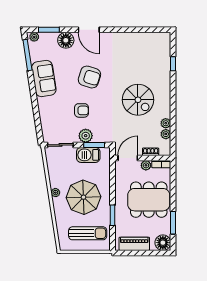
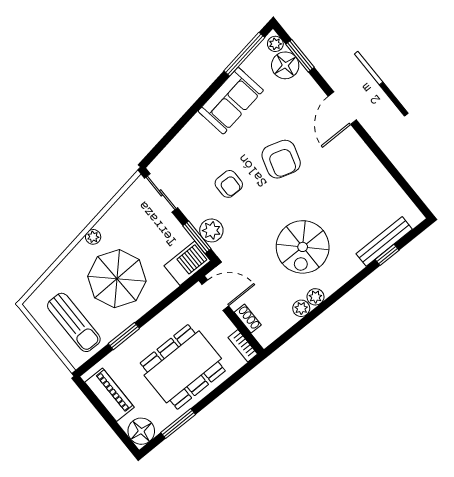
floor lamp: (66, 40) -> (285, 65), moved
bench: (166, 60) -> (384, 241), added
plant: (166, 134) -> (315, 297), moved
plant: (86, 136) -> (211, 230), moved
barbecue: (88, 155) -> (187, 263), moved, turned 90
plant: (146, 165) -> (225, 327), removed
dining table: (149, 200) -> (183, 367), turned 90

